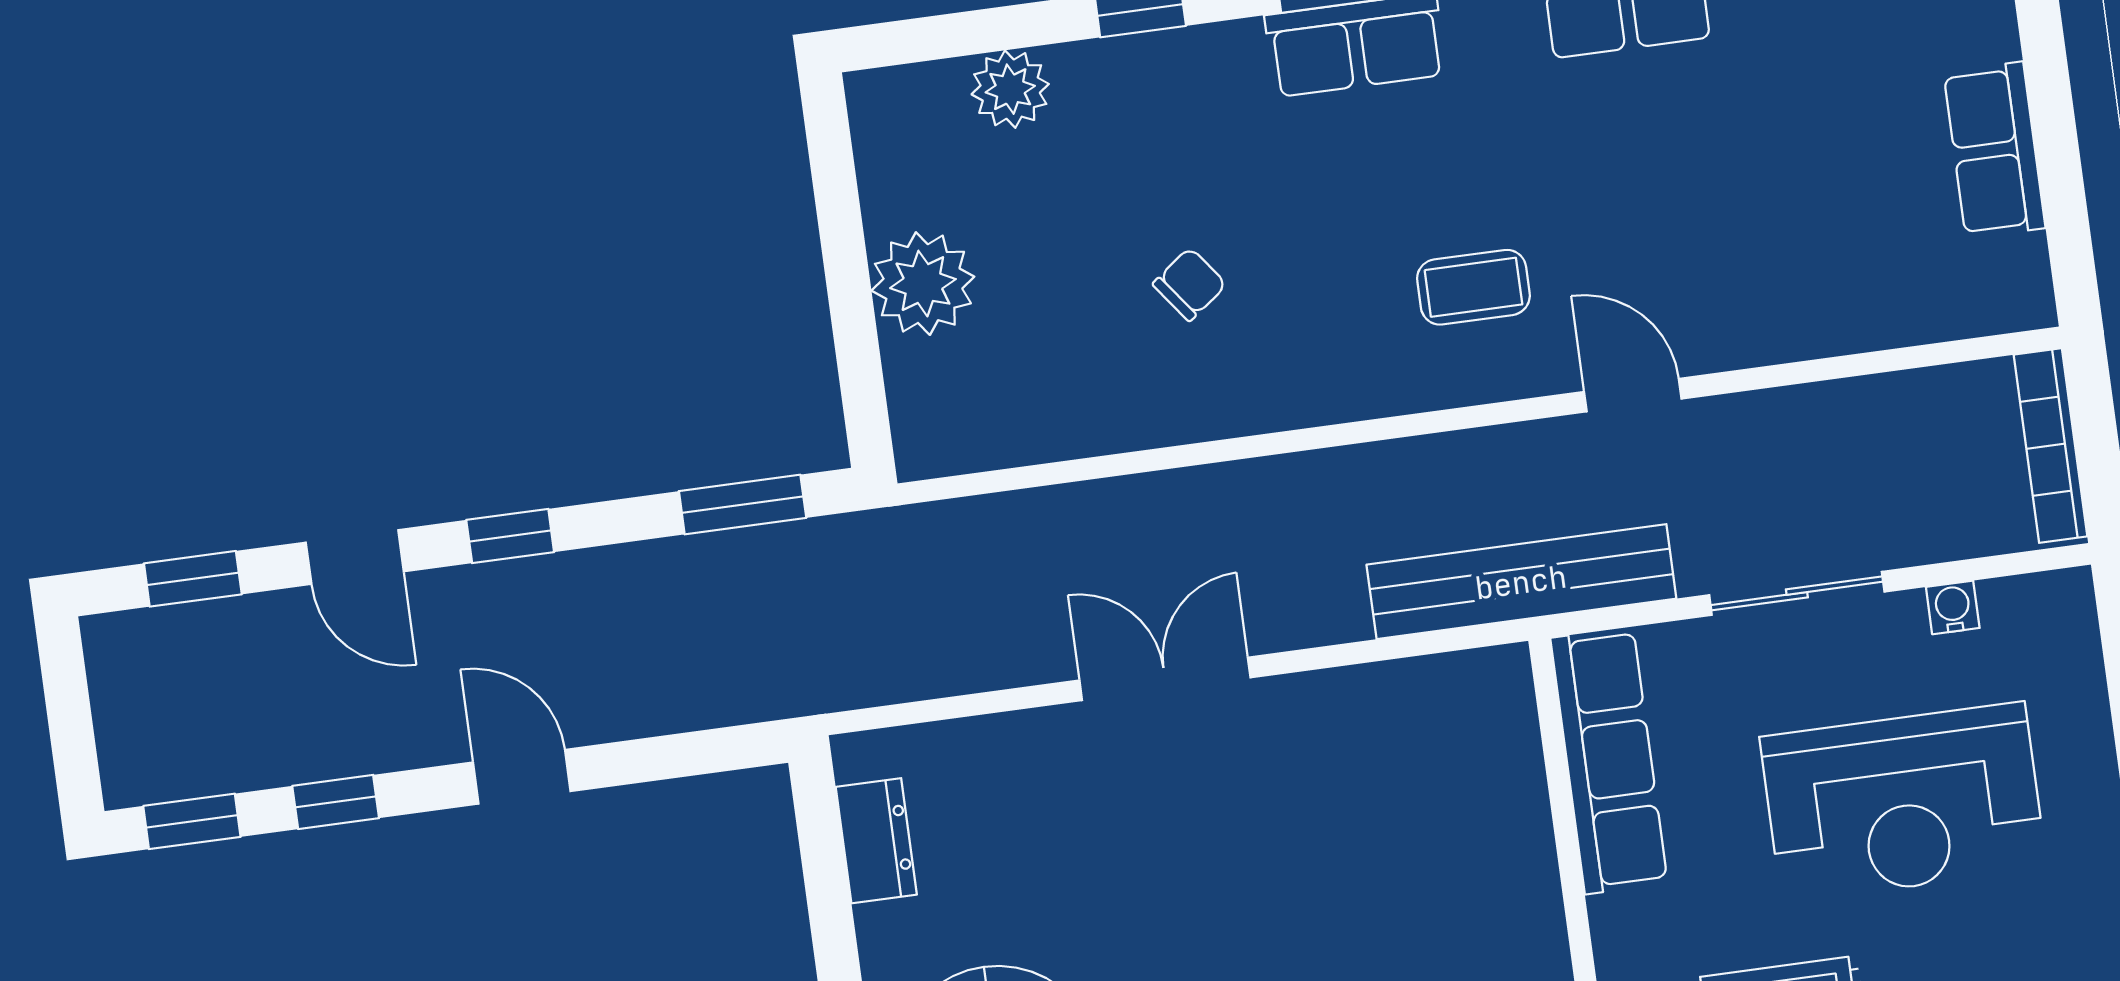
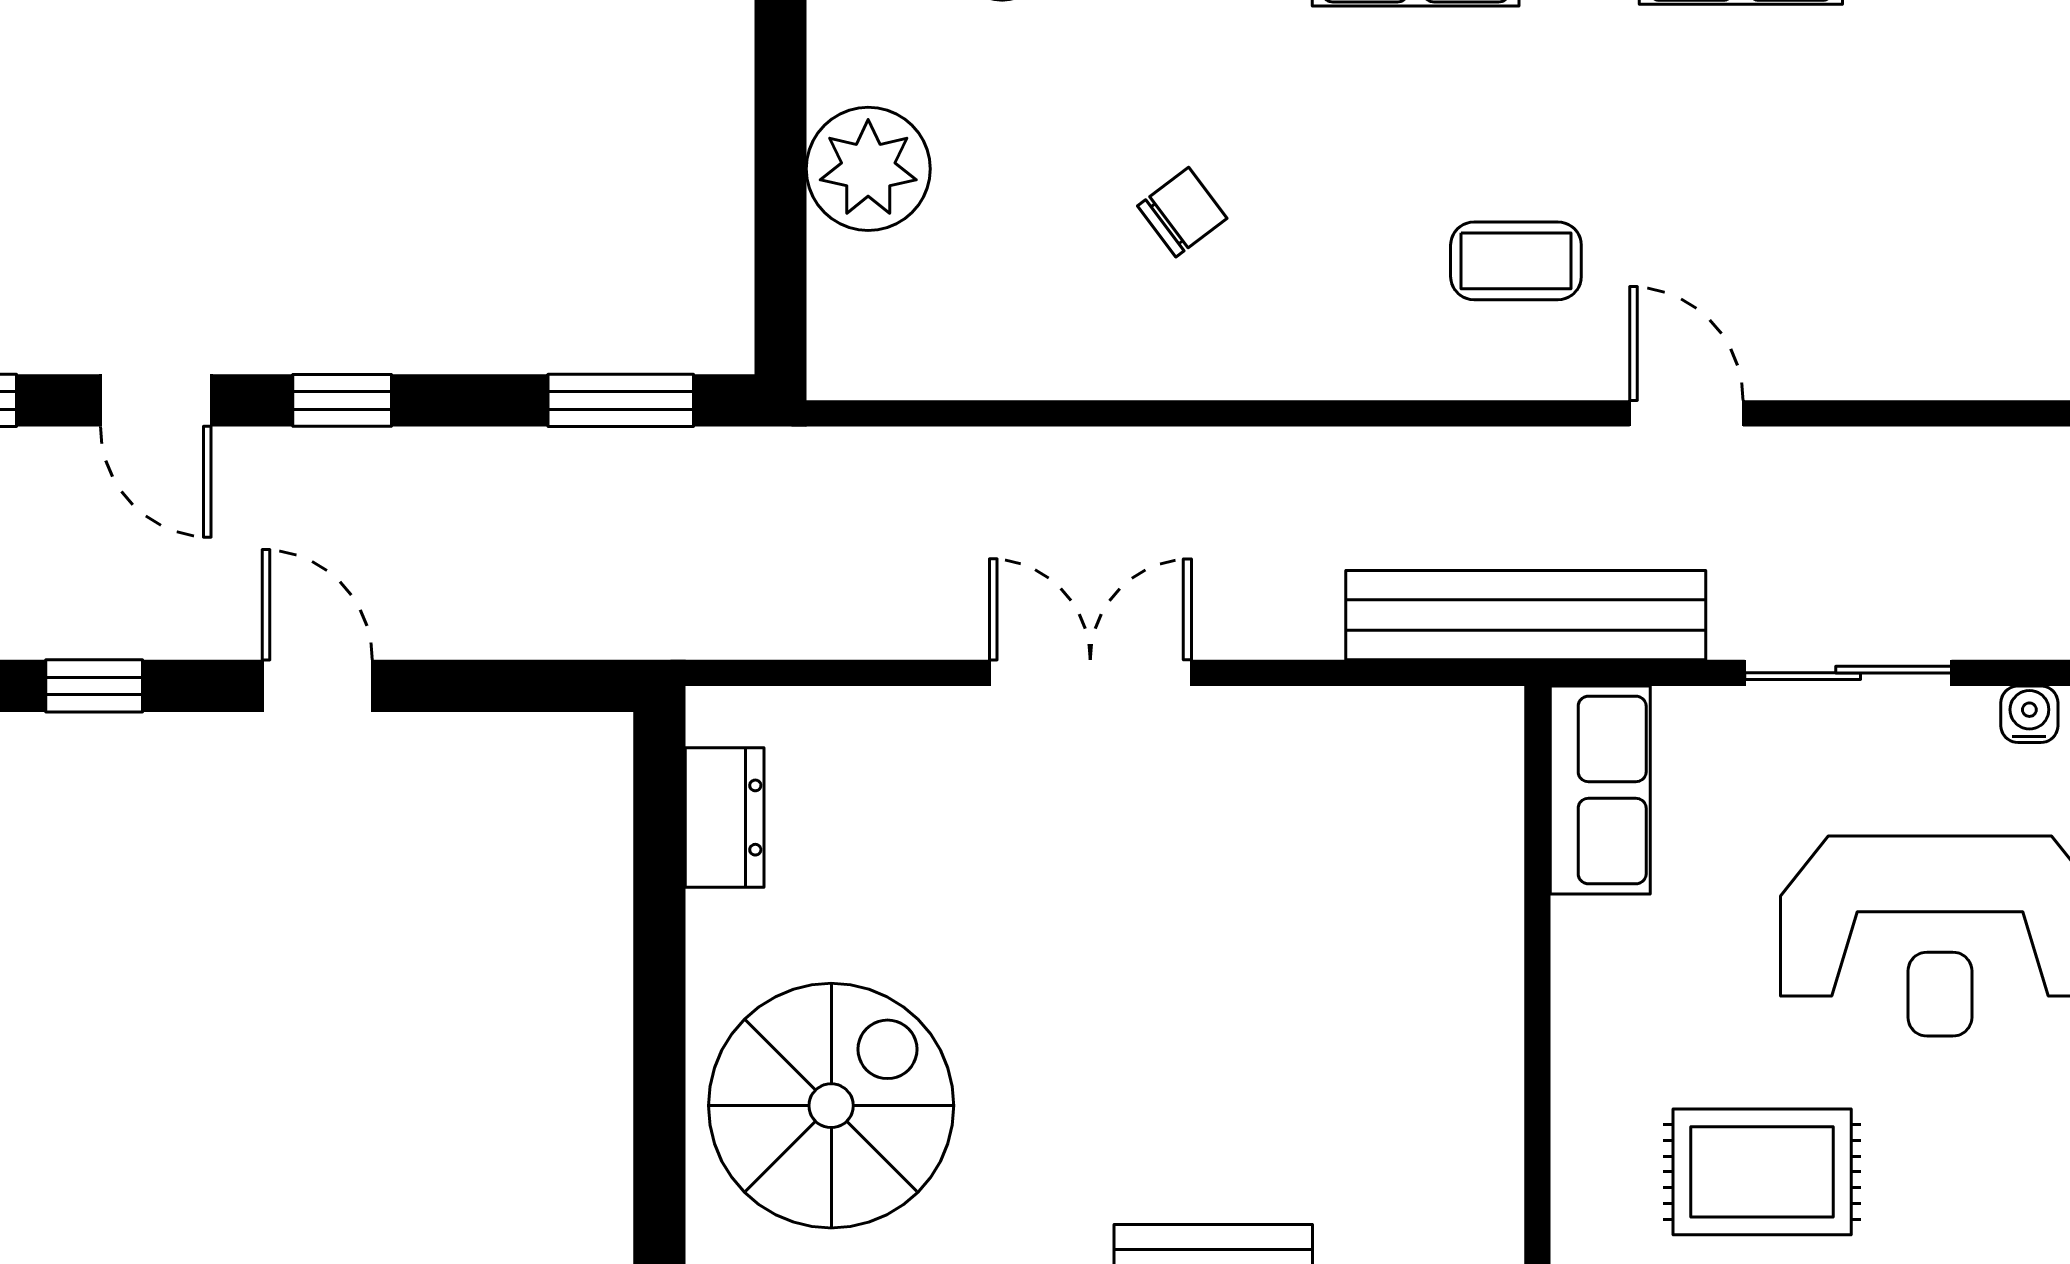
row of seats: (1609, 761) -> (1600, 790), width x0.68

